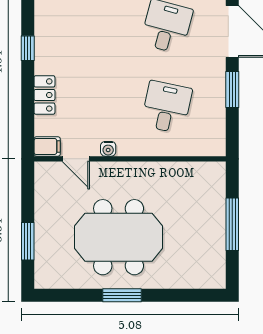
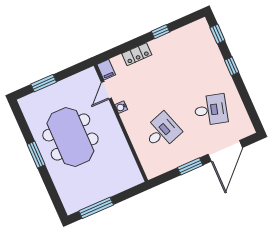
desk: (167, 107) -> (162, 131), turned -30
window: (232, 224) -> (96, 208), moved

